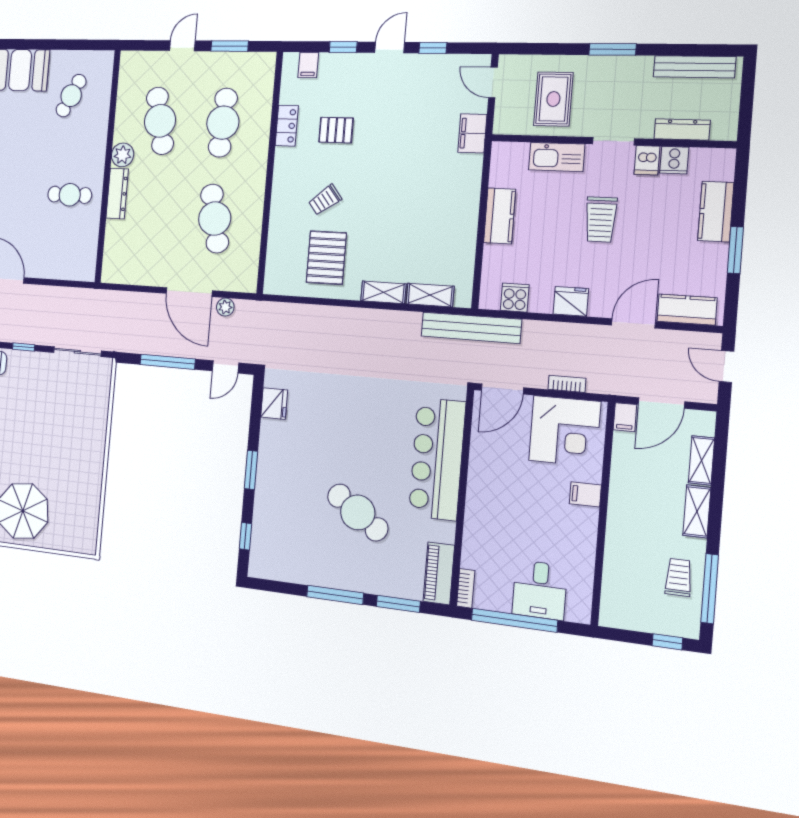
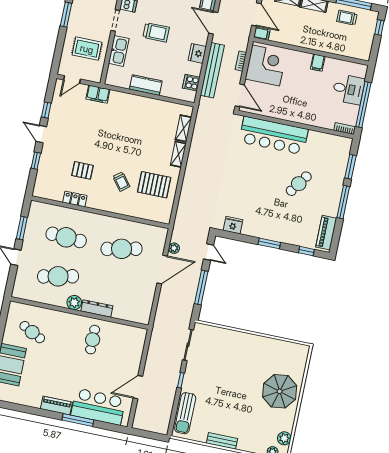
filing cabinet: (308, 65) -> (42, 182), removed
pallet: (336, 130) -> (82, 170), turned 90
bench: (471, 328) -> (212, 70), moved
filing cabinet: (585, 494) -> (318, 63), moved
cafe table: (358, 512) -> (299, 184), width x0.73, depth x0.74
piano: (439, 573) -> (326, 233), moved, turned 90

